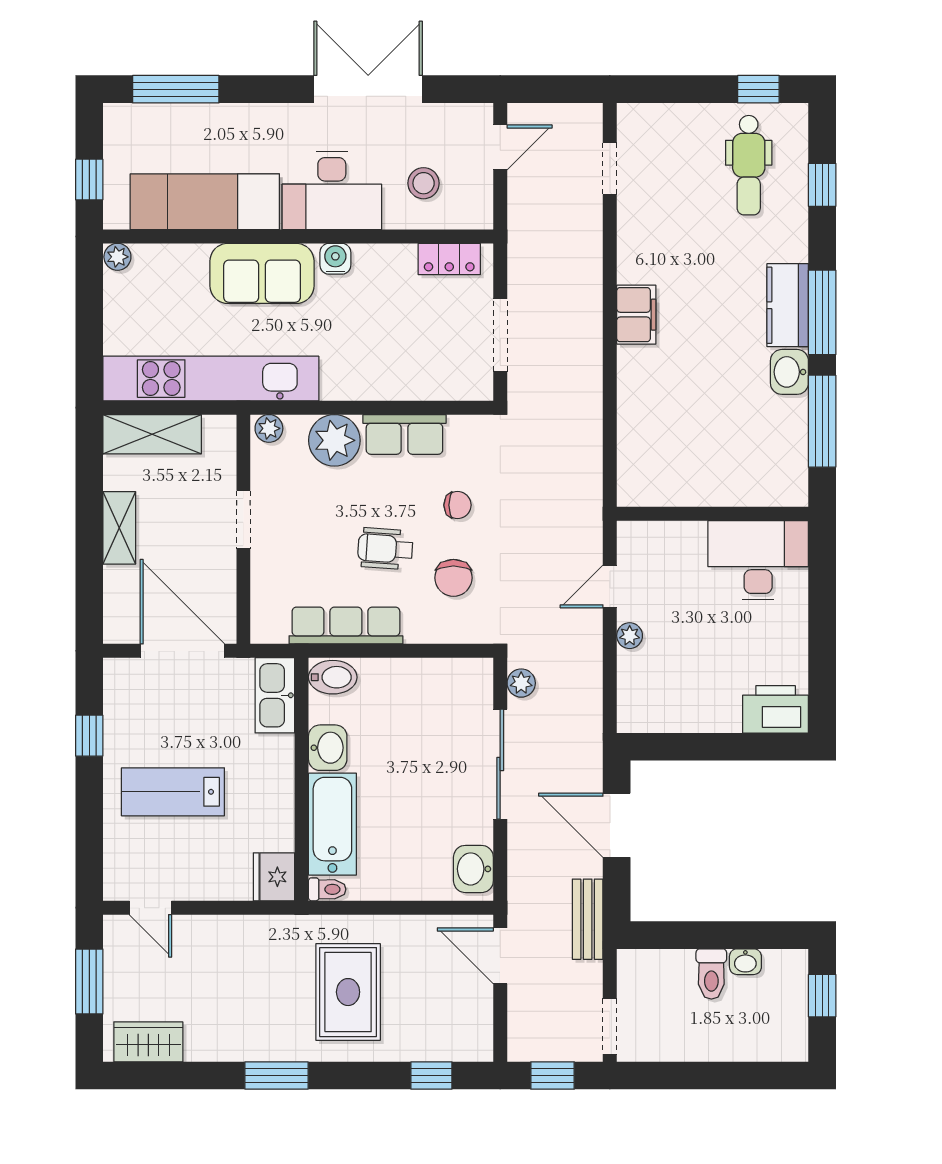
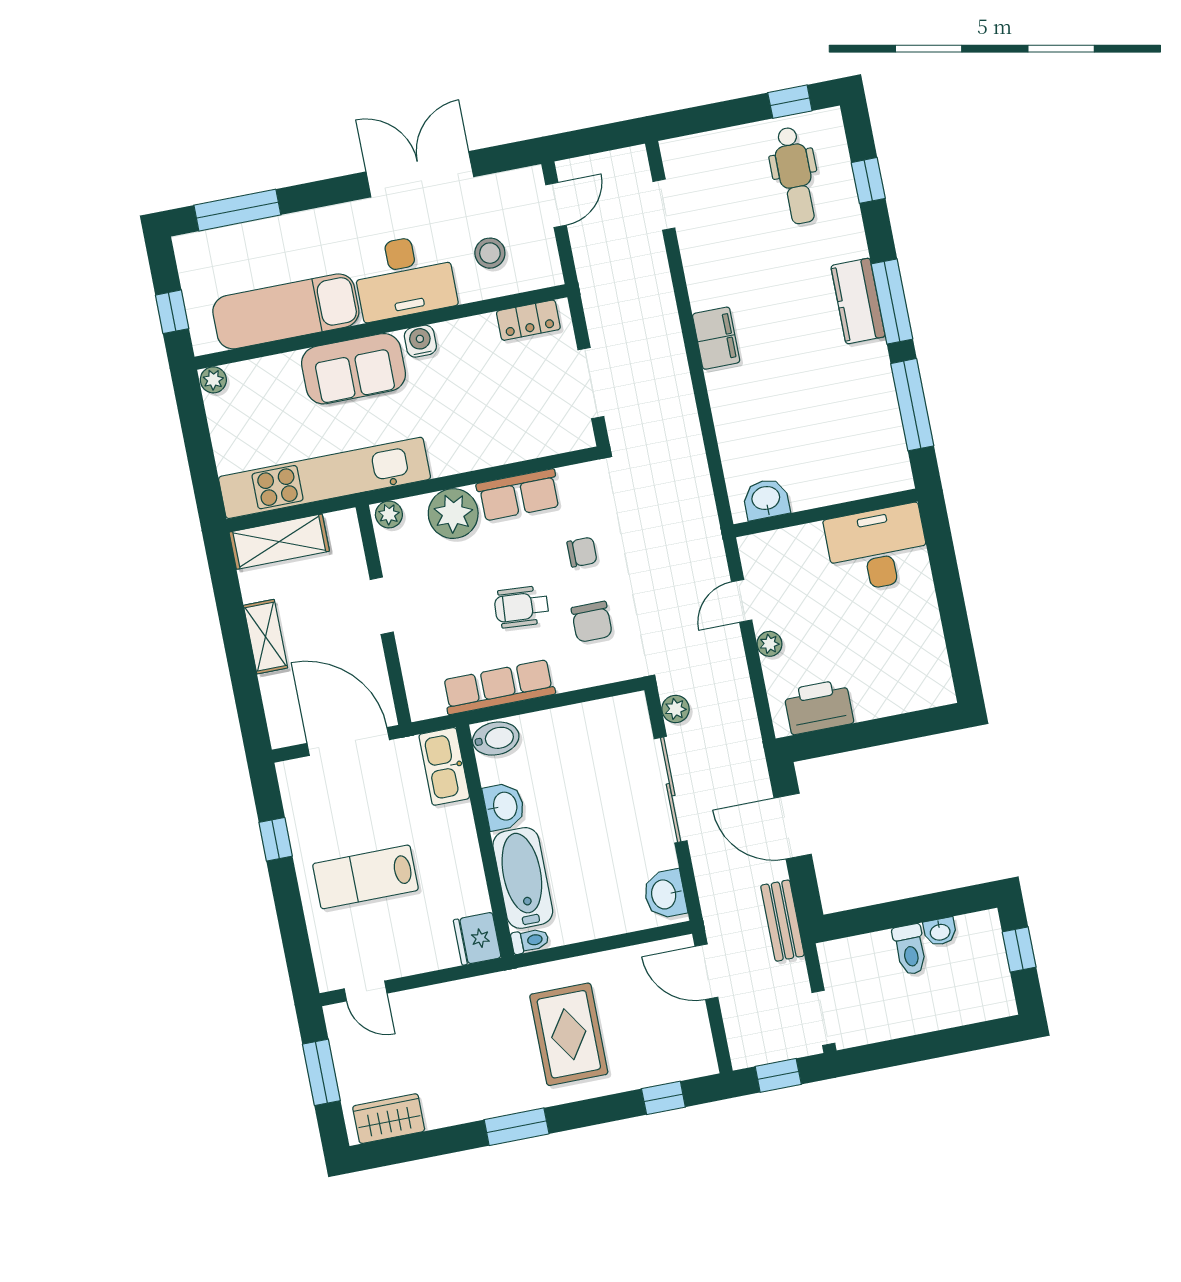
washbasin: (789, 372) -> (766, 499), moved, turned 90
printer: (776, 709) -> (819, 707), moved

